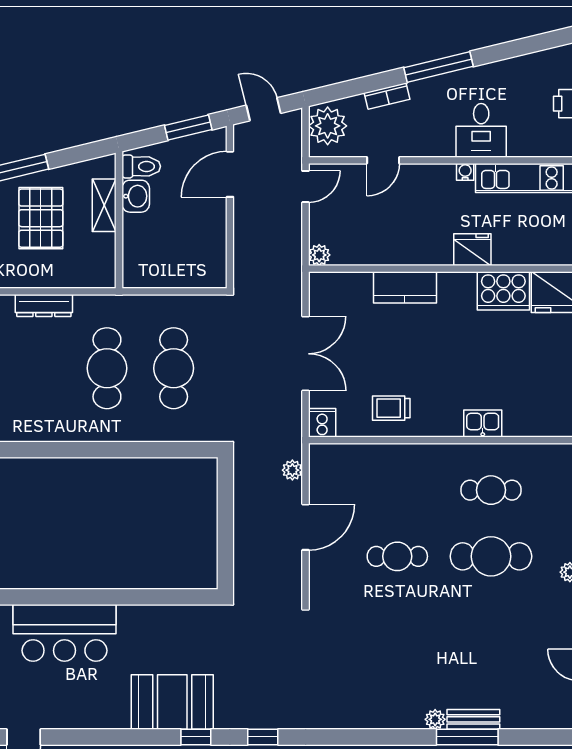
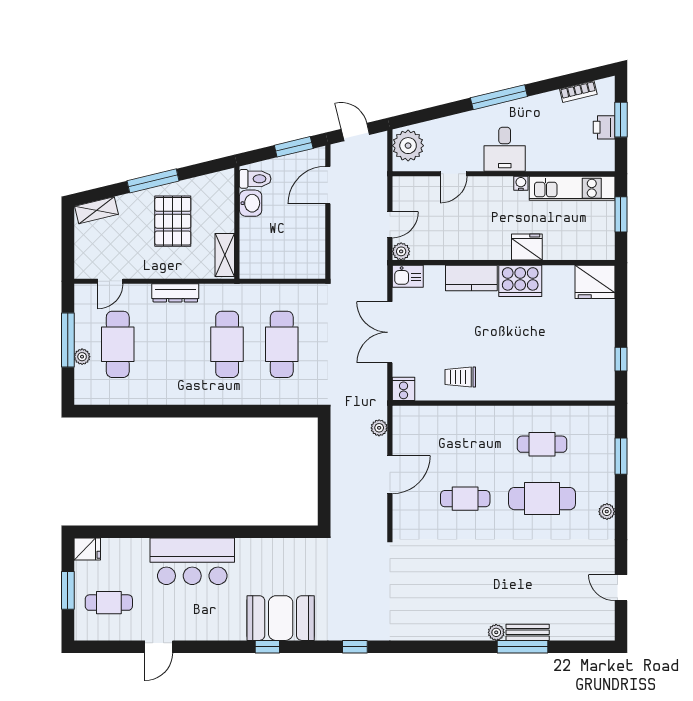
bookcase: (387, 96) -> (578, 92), moved
desk: (481, 130) -> (505, 149), moved
door: (306, 187) -> (390, 225), moved
shelving: (104, 205) -> (225, 255), moved
cooker: (503, 291) -> (520, 281), moved
double door: (306, 354) -> (390, 332), swing flipped
kitchen sink: (483, 423) -> (408, 276), moved, turned 180
window: (196, 737) -> (267, 647), moved

